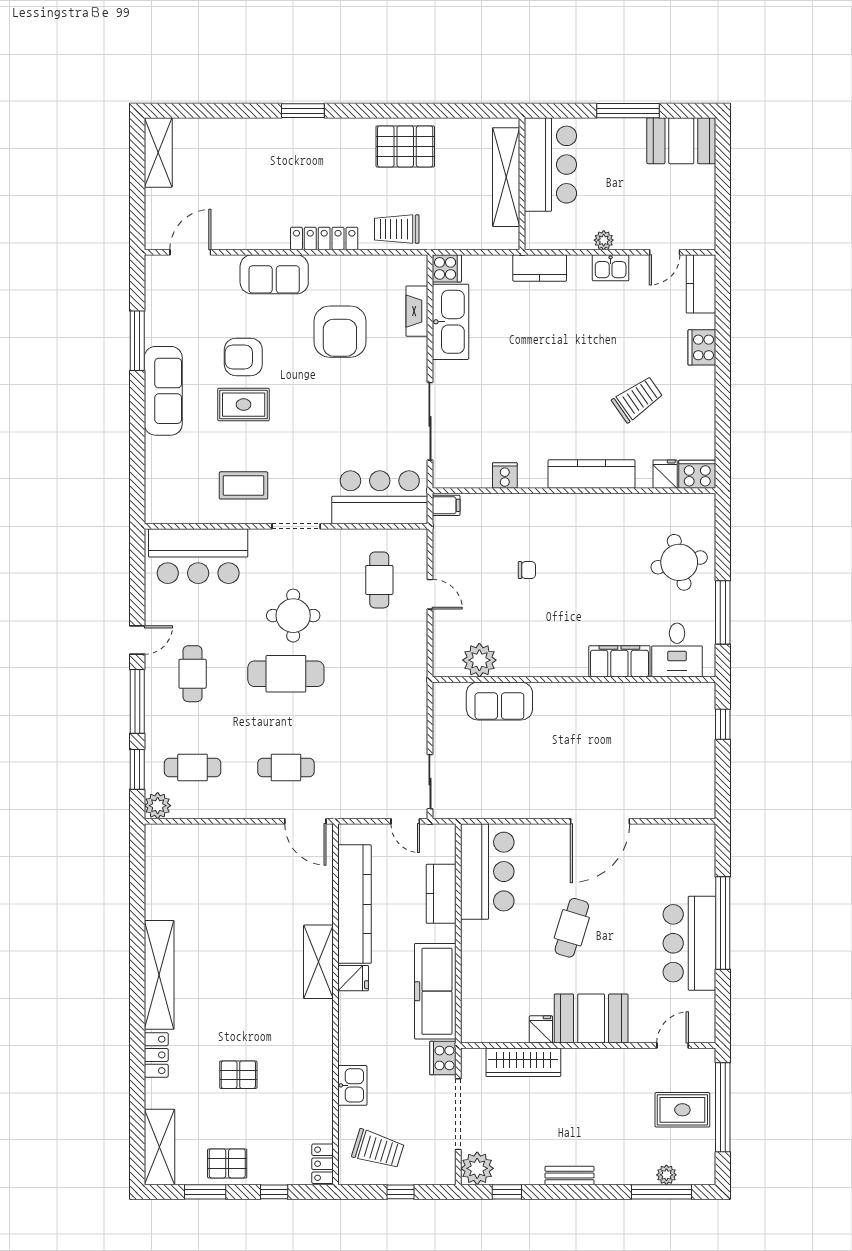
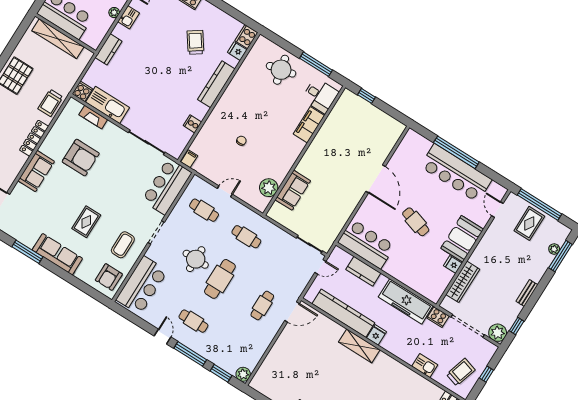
armchair: (243, 357) -> (109, 277), moved
cafe table: (193, 767) -> (246, 237), moved, turned 90
bar counter: (689, 943) -> (456, 173), width x1.36

